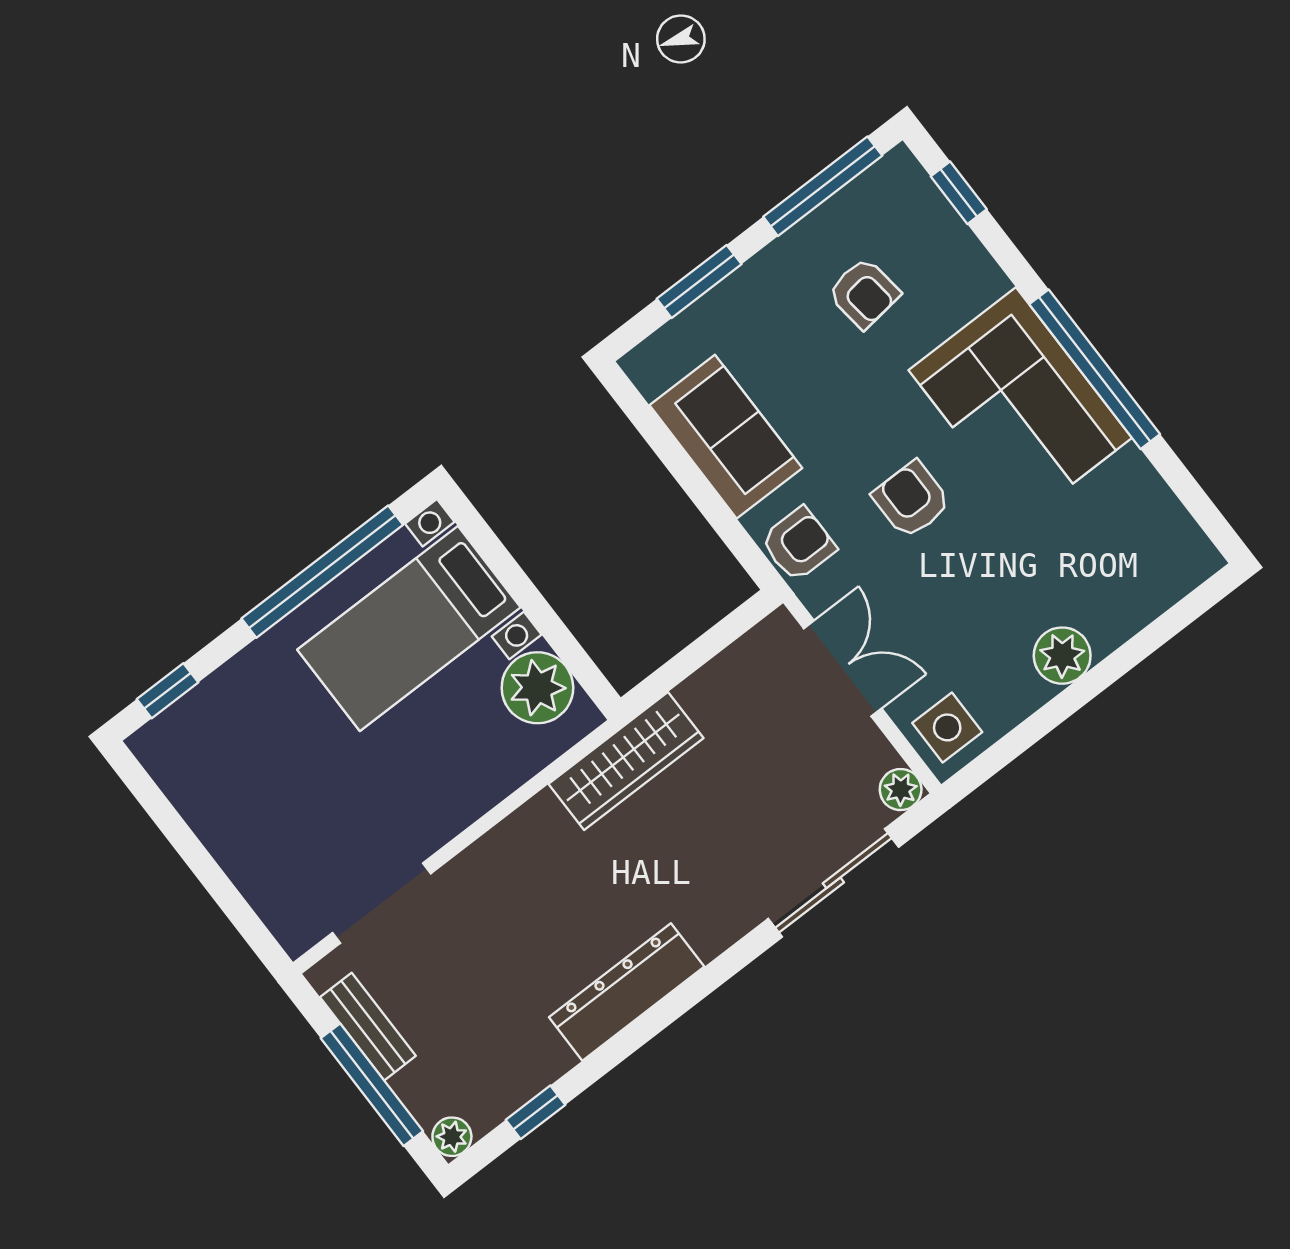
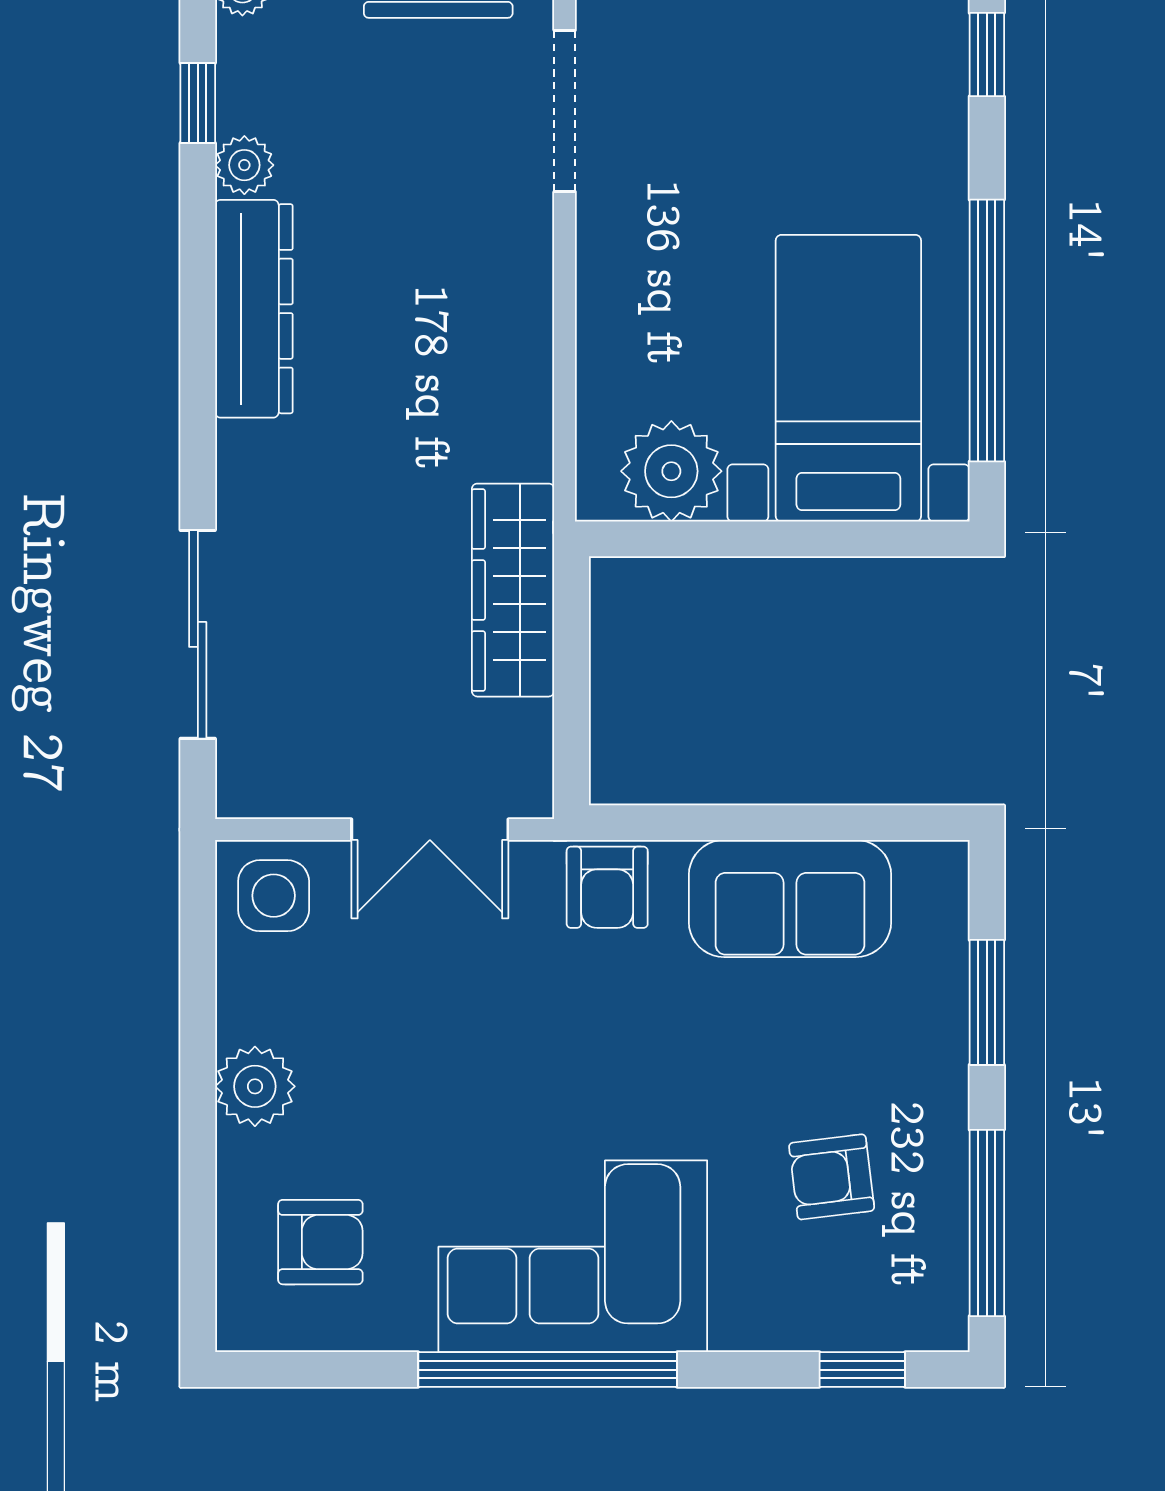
armchair: (911, 500) -> (320, 1242), moved
wardrobe: (626, 761) -> (513, 590), moved
plant: (901, 790) -> (244, 165), moved

